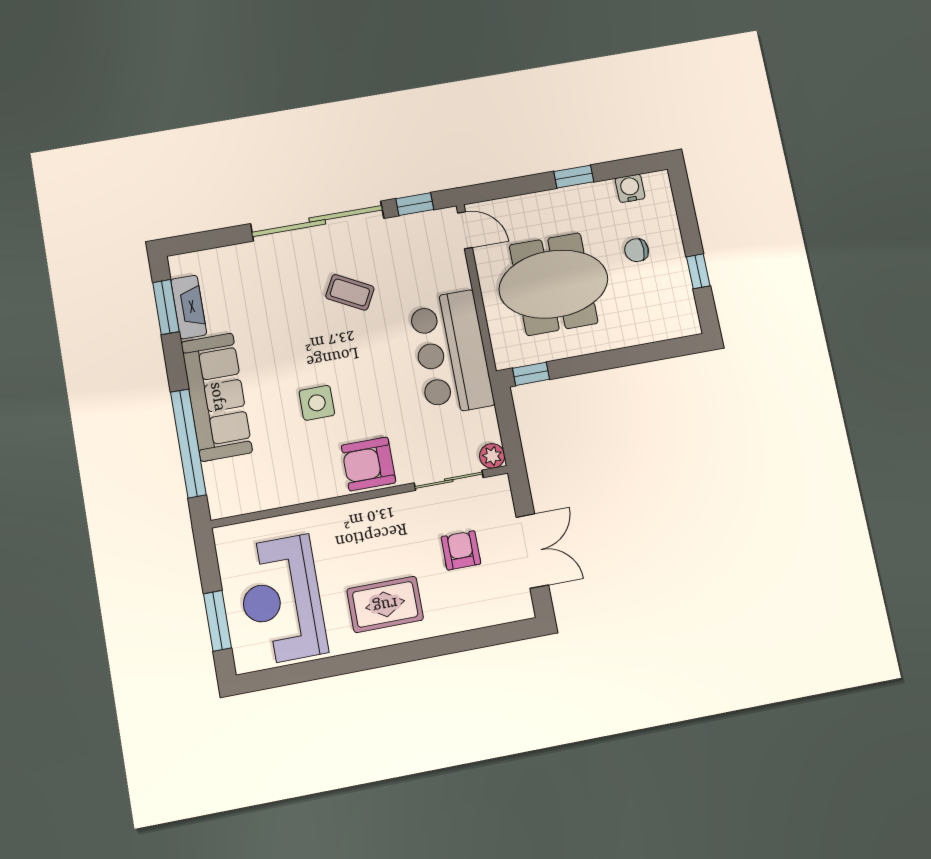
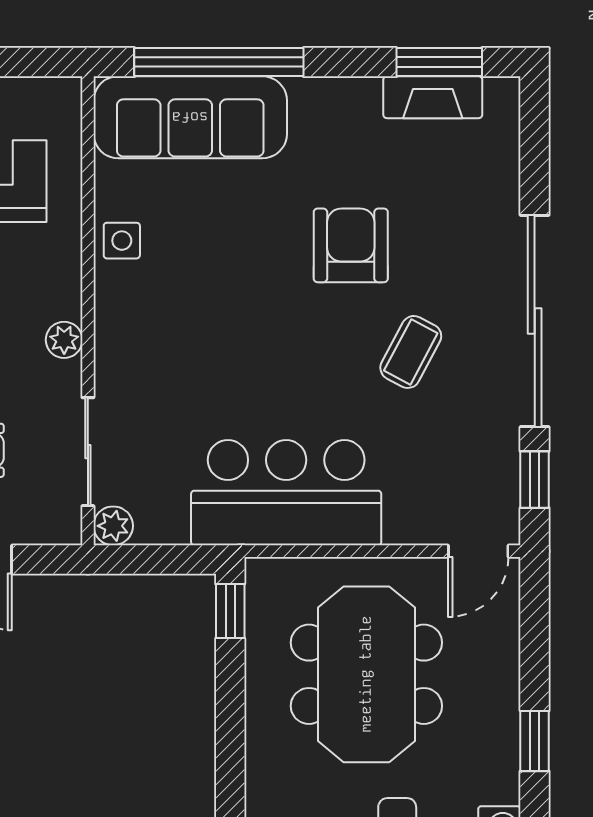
sofa: (217, 397) -> (190, 117), moved
side table: (317, 403) -> (122, 241), moved, width x0.73, depth x0.73
armchair: (369, 464) -> (351, 245), moved
plant: (381, 508) -> (64, 340), added

